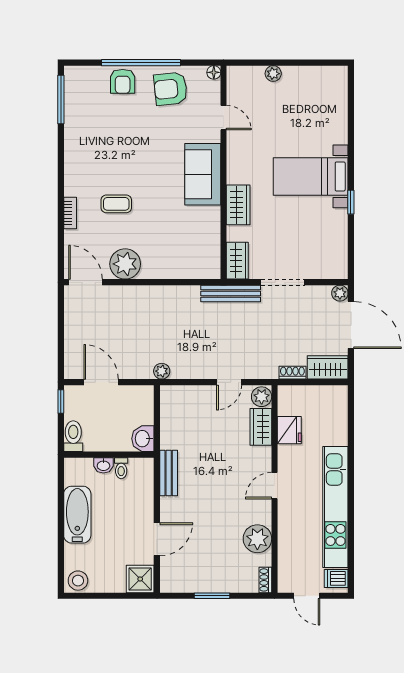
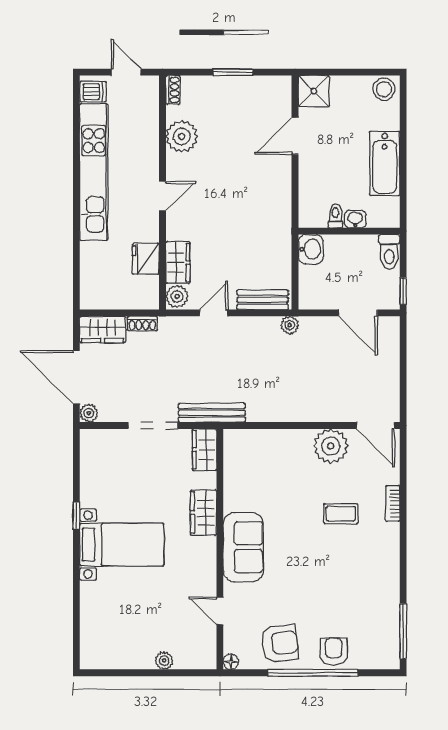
bench: (169, 473) -> (263, 300), moved, turned 90

